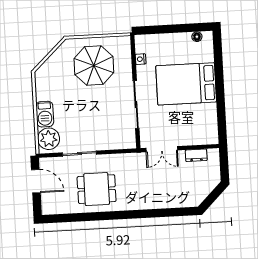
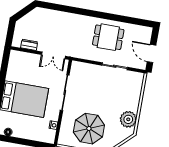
barbecue: (45, 114) -> (133, 101), removed
plant: (49, 139) -> (128, 119), moved
double door: (162, 149) -> (53, 55), swing flipped

